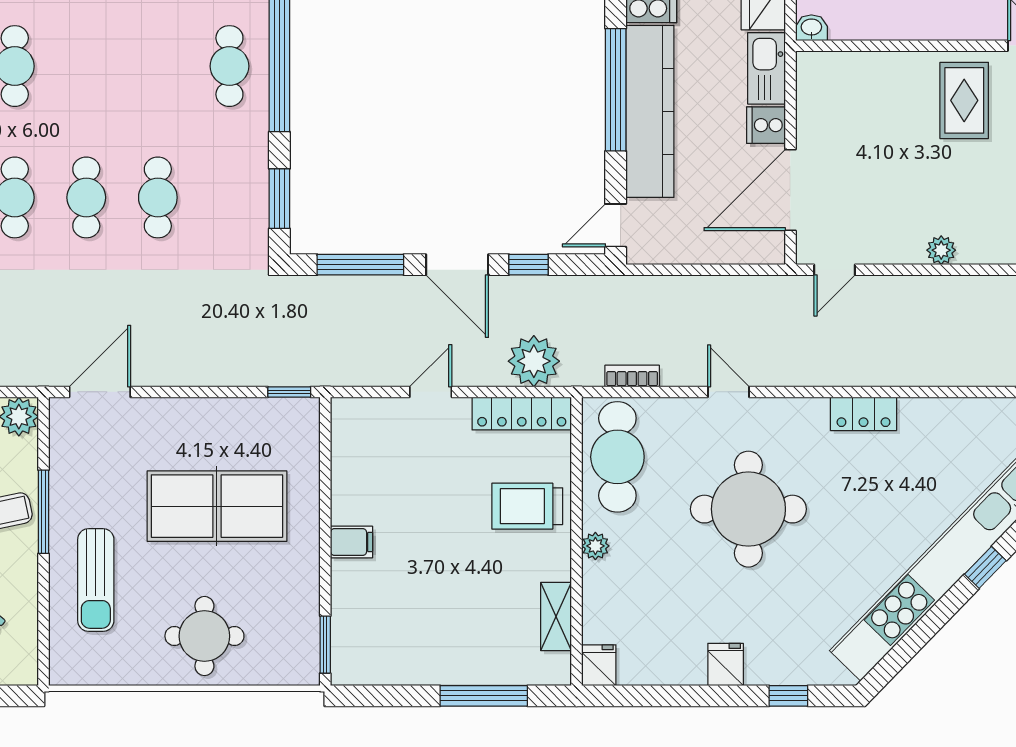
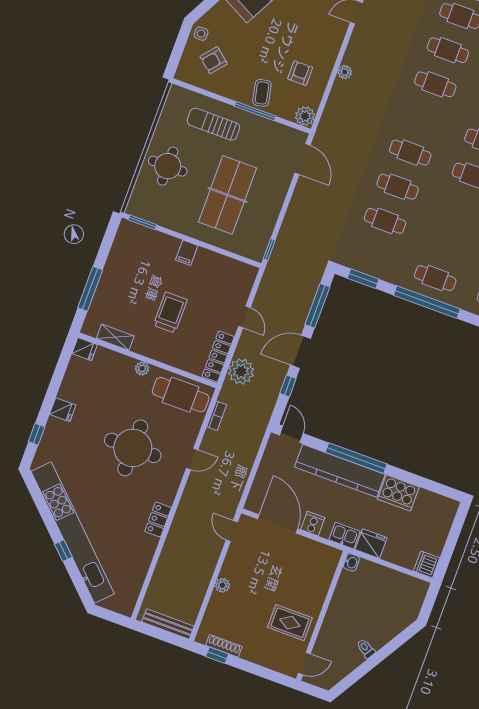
kitchen sink: (766, 68) -> (344, 536), width x0.73
trolley: (527, 506) -> (170, 312), moved

